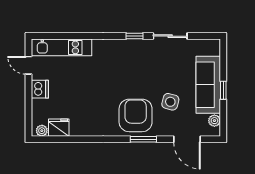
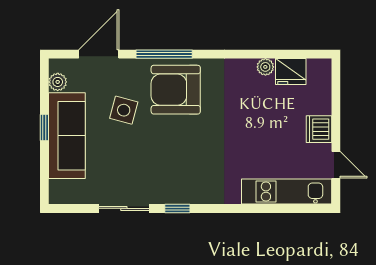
armchair: (136, 115) -> (176, 90), turned 90
plant: (42, 131) -> (265, 67), moved
window: (143, 139) -> (164, 54), width x1.44
door: (187, 139) -> (99, 54), hinge flipped

